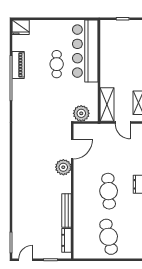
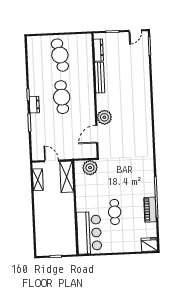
bar counter: (85, 51) -> (89, 233), width x0.73

